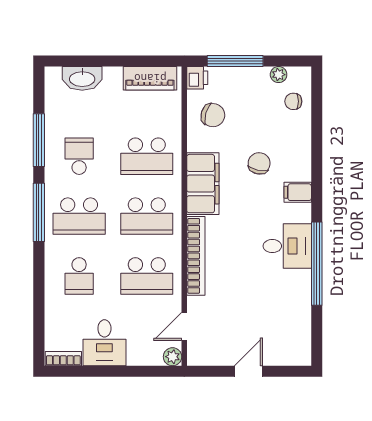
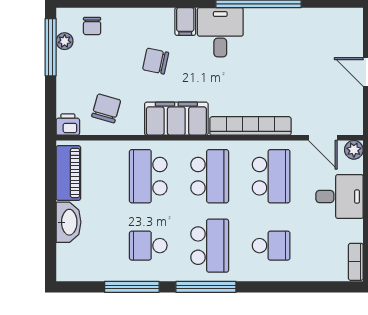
window: (235, 61) -> (51, 47), moved
washbasin: (82, 78) -> (69, 222), moved
school desk: (147, 156) -> (148, 176), turned 180
desk: (287, 246) -> (220, 32), moved
desk: (104, 343) -> (340, 197), moved

